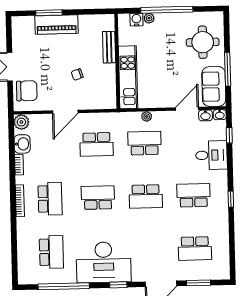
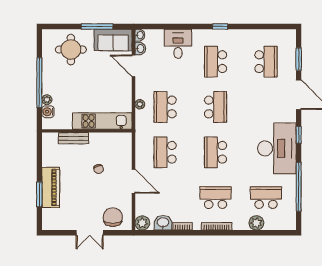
window: (229, 135) -> (160, 26), removed
school desk: (97, 144) -> (165, 152), turned 180
plant: (24, 243) -> (256, 223), added

